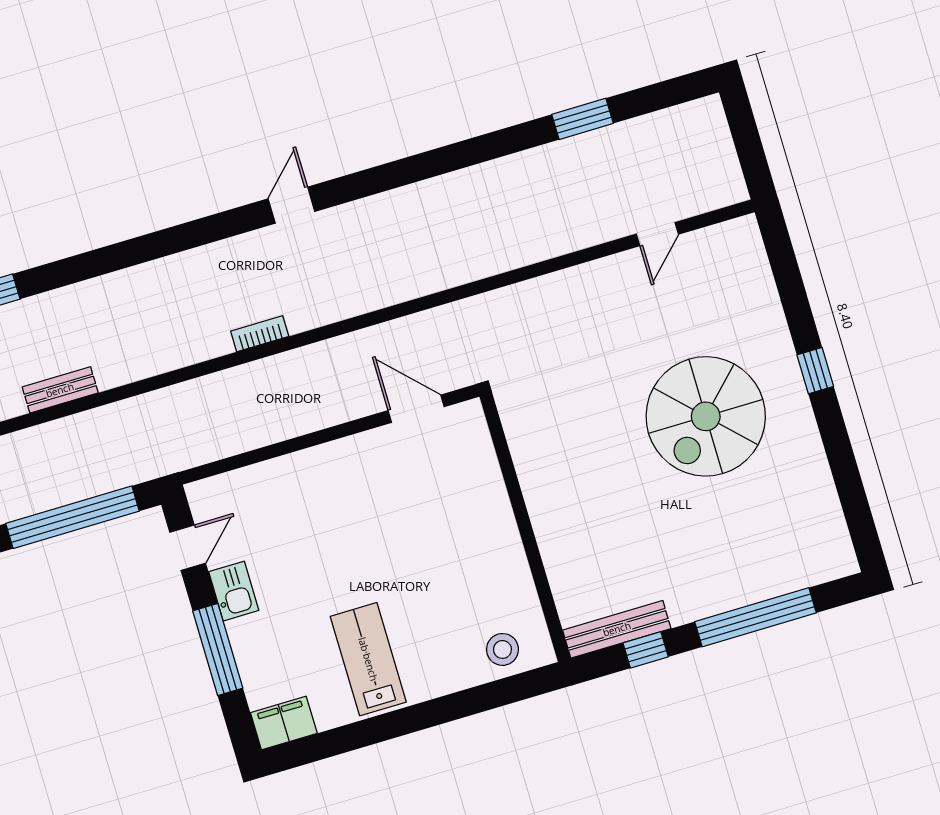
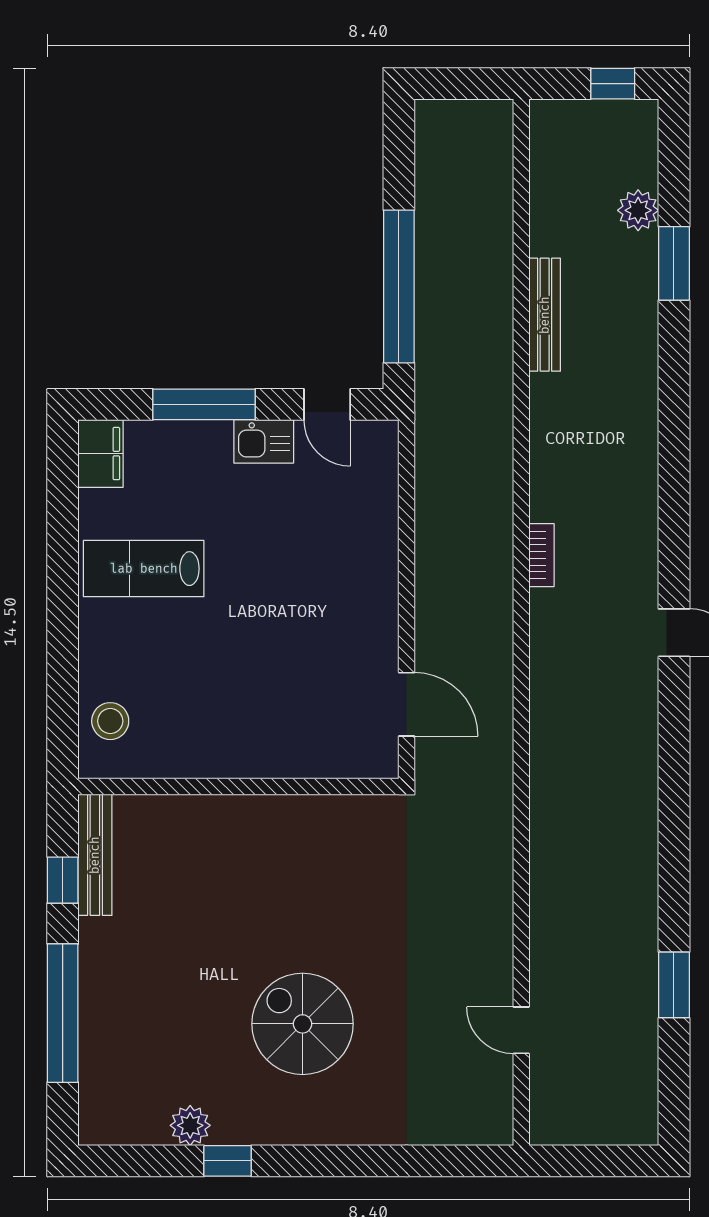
window: (815, 371) -> (228, 1161), moved
bench: (60, 390) -> (545, 315), width x1.36
door: (416, 409) -> (407, 704), hinge flipped
spiral stairs: (706, 416) -> (302, 1024), width x0.73, depth x0.73
plant: (817, 484) -> (190, 1125), added
lab bench: (368, 659) -> (144, 569), turned 180

